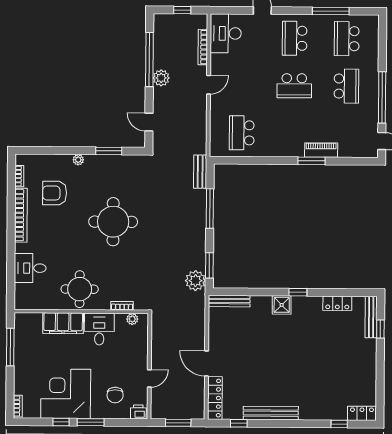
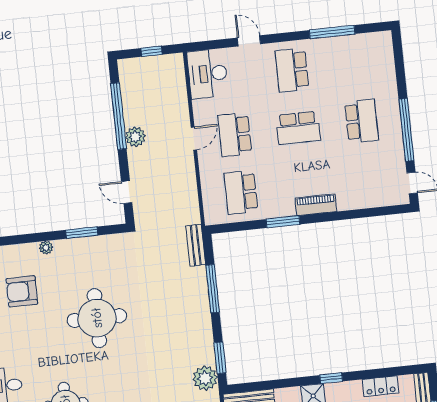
school desk: (347, 39) -> (235, 135), moved
bookcase: (203, 47) -> (182, 94), removed
piano: (321, 150) -> (316, 205), moved
window: (311, 161) -> (283, 222), moved

